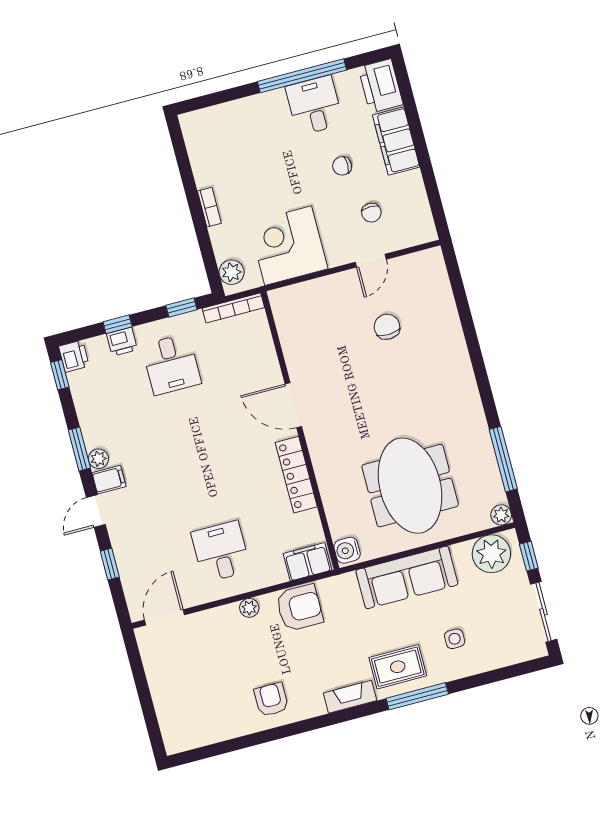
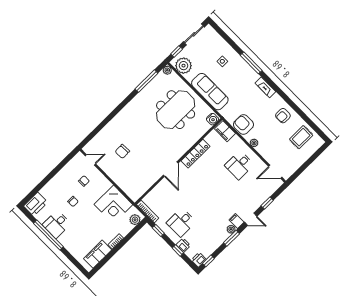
filing cabinet: (396, 141) -> (98, 254), moved, turned 180
door: (371, 261) -> (90, 160), moved
desk: (171, 364) -> (181, 222), turned 180
rug: (398, 667) -> (301, 137), moved, turned 90

